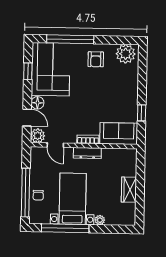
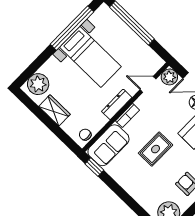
rug: (93, 101) -> (156, 149), added
window: (142, 113) -> (94, 167), moved
chair: (38, 195) -> (85, 135), moved
plant: (100, 220) -> (38, 84), moved, width x1.87, depth x1.87

